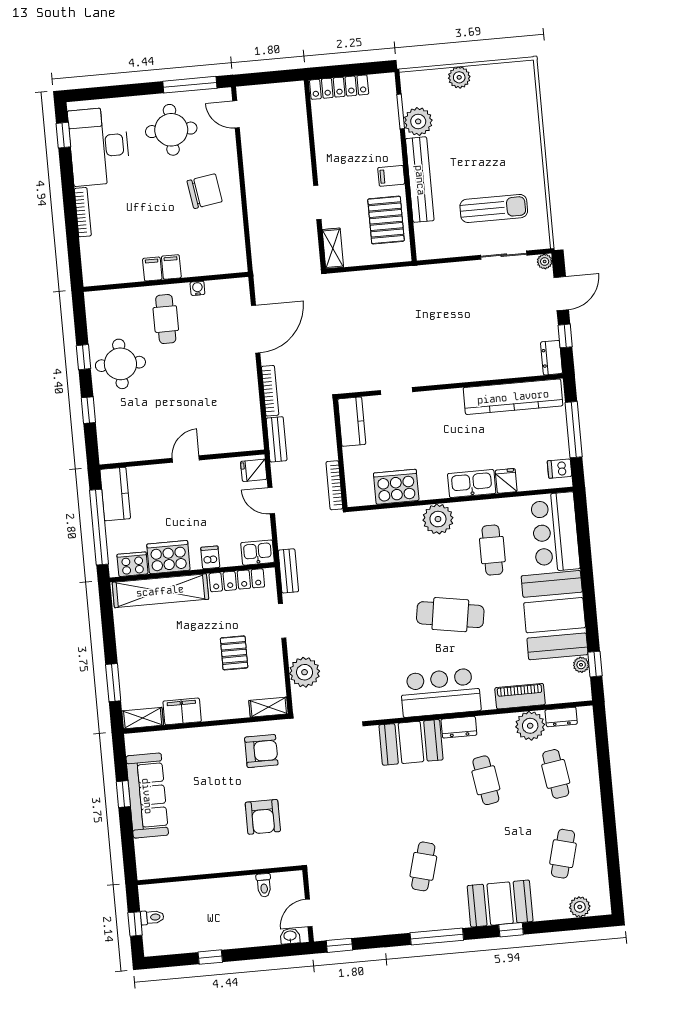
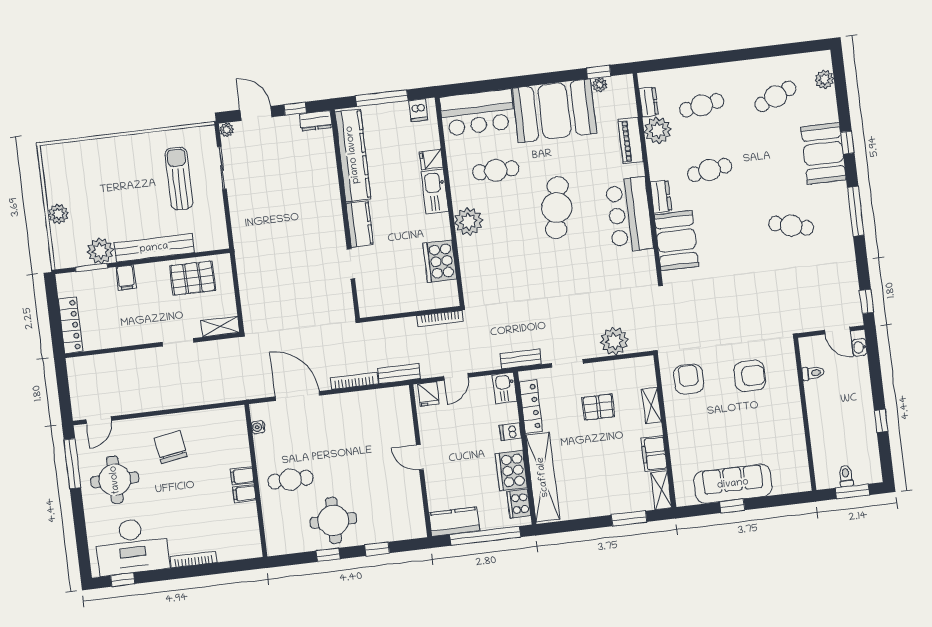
filing cabinet: (391, 176) -> (126, 278), moved
water cooler: (197, 288) -> (258, 427), moved
kitchen counter: (352, 422) -> (360, 224), moved, turned 90
shelving: (269, 707) -> (652, 406), moved
cafe table: (563, 854) -> (775, 96), turned -39
window: (135, 924) -> (852, 491), width x1.50

